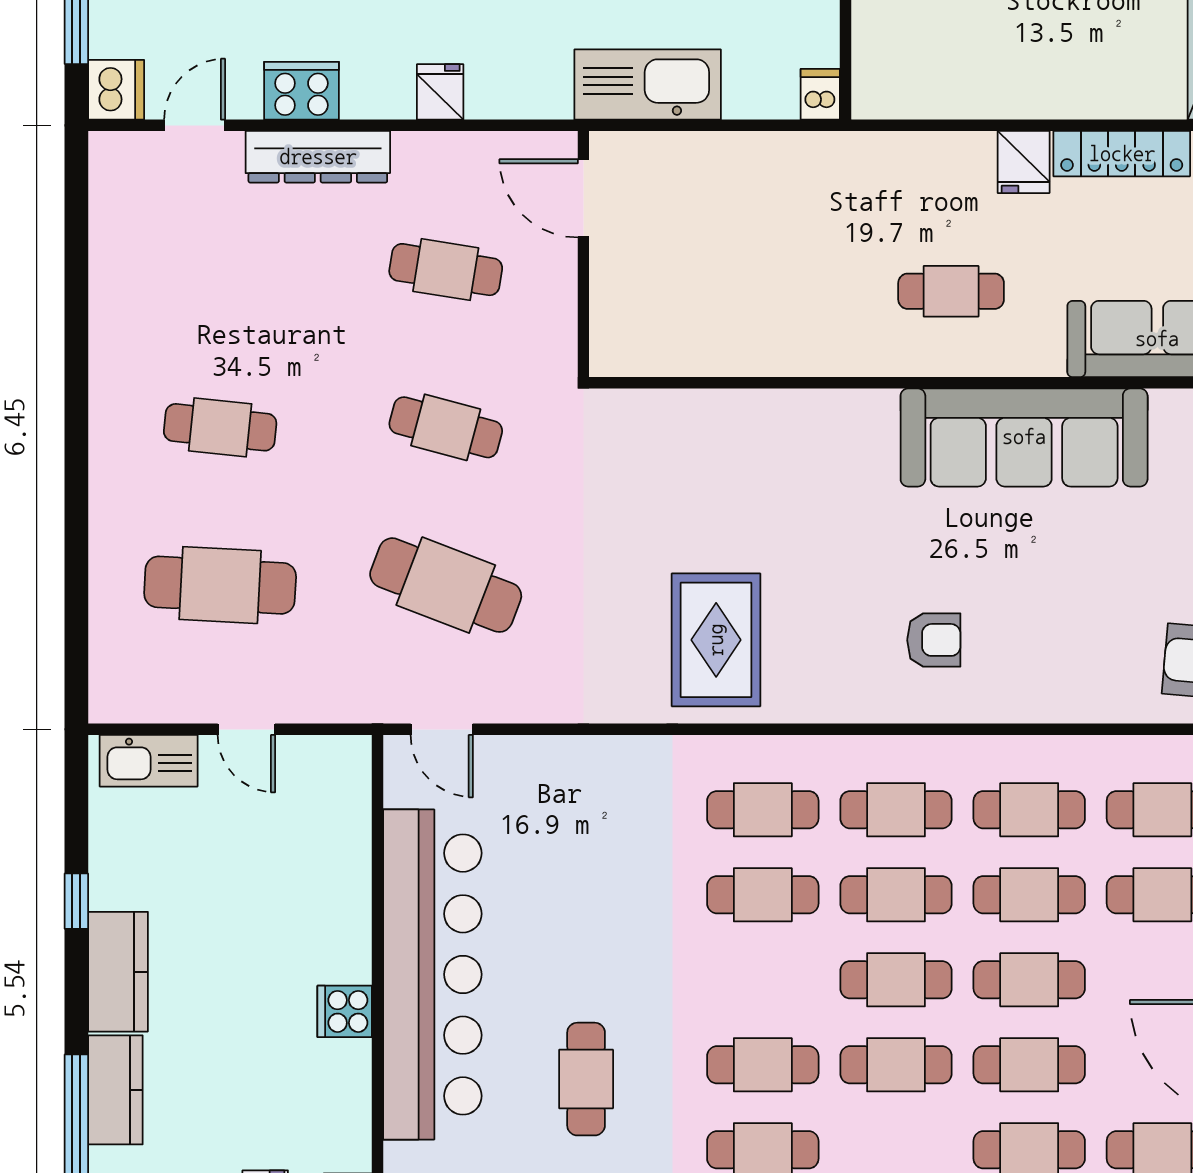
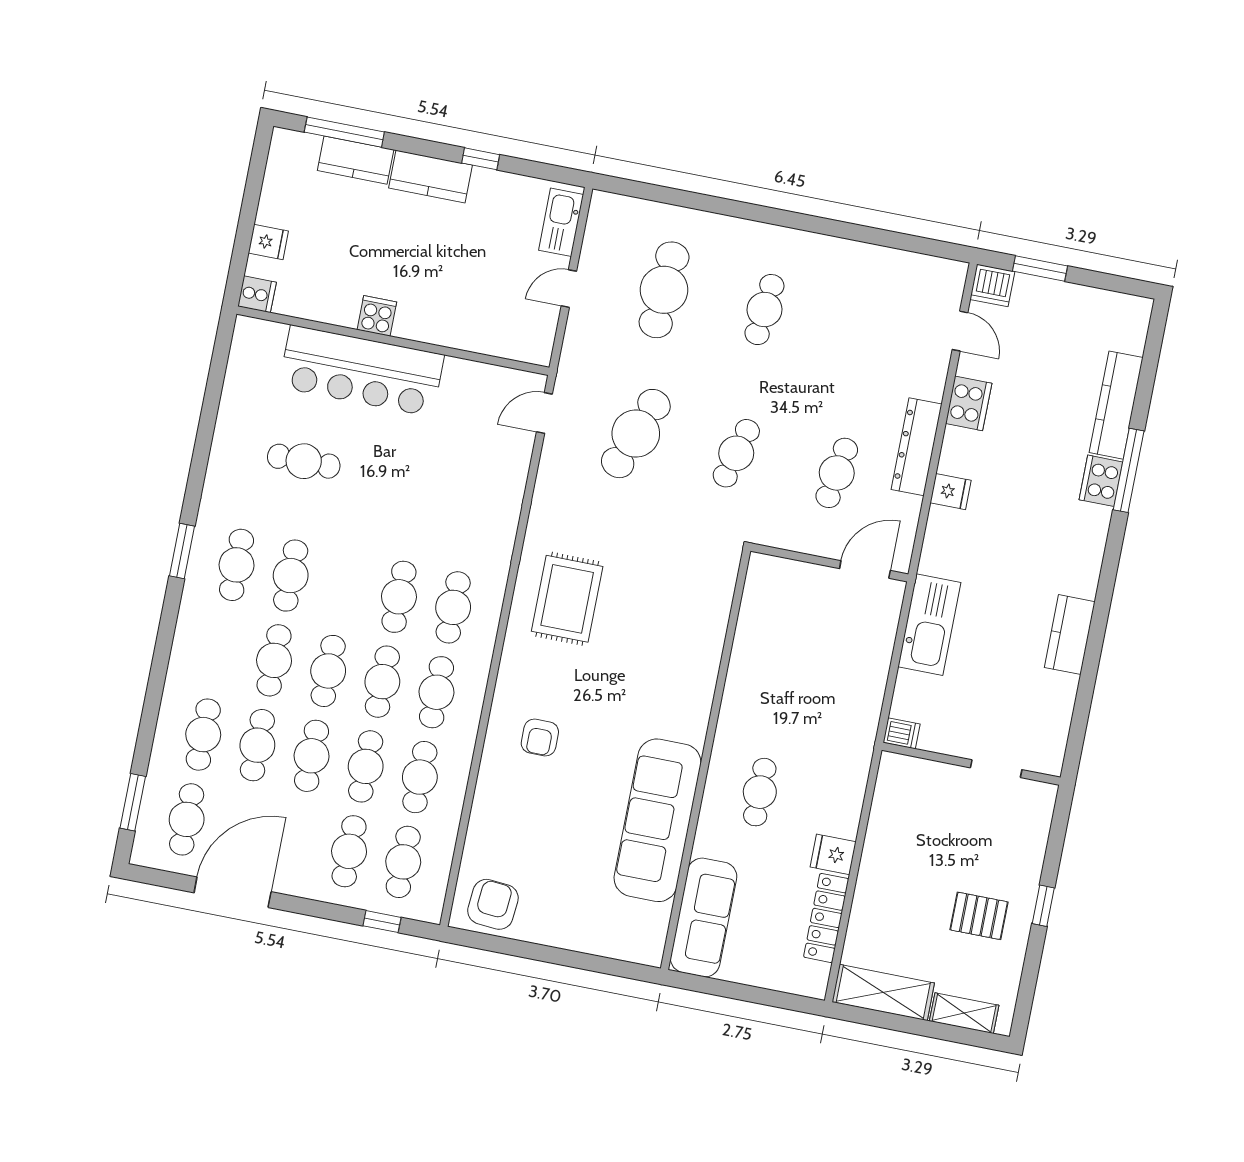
dresser: (318, 157) -> (917, 447), moved
rug: (716, 640) -> (567, 599), turned 90
bar counter: (432, 974) -> (361, 371), width x0.73

